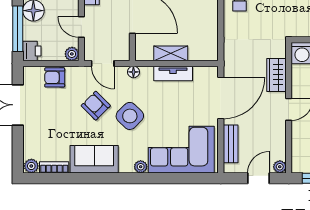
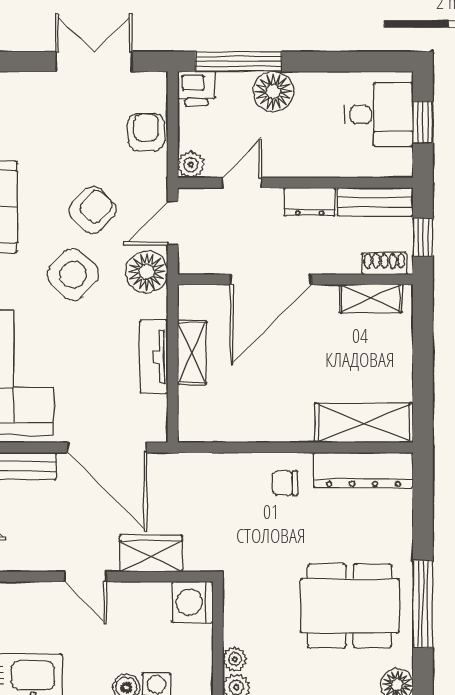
floor lamp: (133, 72) -> (147, 272), width x1.89, depth x1.89

